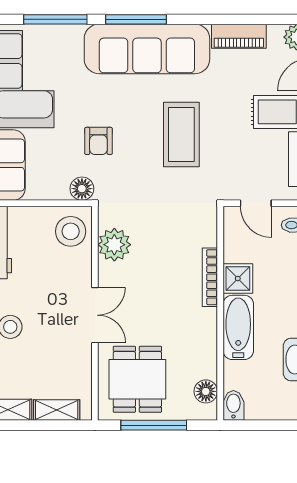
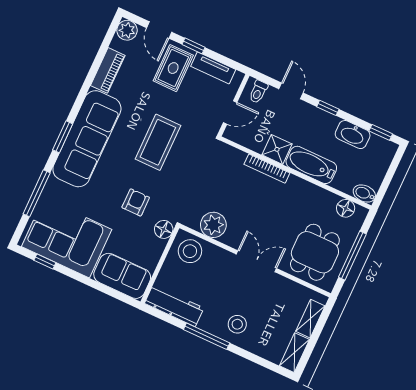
window: (136, 19) -> (63, 137), width x0.69
coffee table: (181, 134) -> (158, 142), turned 90
armchair: (98, 141) -> (136, 202), turned -90
dining table: (137, 379) -> (315, 252), turned 90

